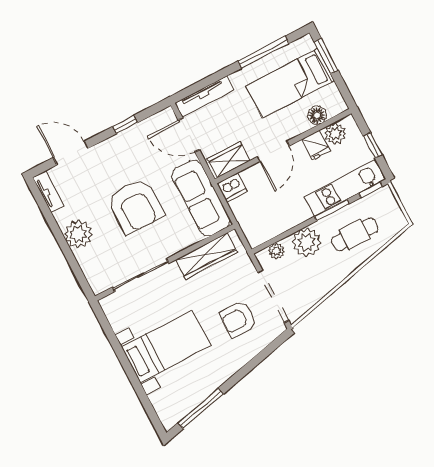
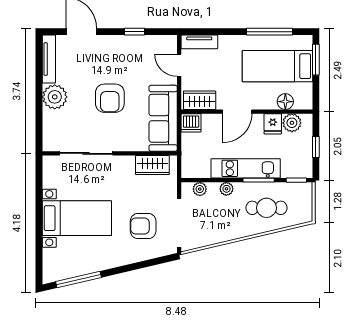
tv unit: (205, 96) -> (199, 42), width x0.71
door: (189, 135) -> (179, 65), width x0.73
kitchen unit: (345, 188) -> (246, 168), moved
tv unit: (48, 191) -> (49, 59), width x1.41
armchair: (136, 206) -> (110, 98), width x0.73, depth x0.73
plant: (307, 242) -> (226, 189), width x0.53, depth x0.53
wardrobe: (206, 256) -> (152, 165), width x0.67

